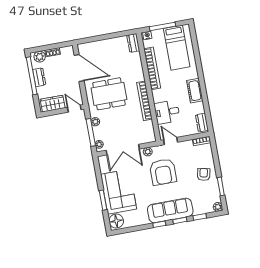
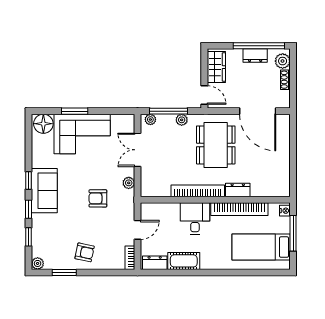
dresser: (133, 43) -> (238, 190), moved
door: (79, 68) -> (258, 111), hinge flipped
cot: (195, 91) -> (184, 261), moved
door: (74, 109) -> (204, 95), hinge flipped
desk: (167, 112) -> (195, 219), moved
door: (171, 141) -> (138, 230), moved
double door: (123, 150) -> (138, 150), width x0.73
armchair: (163, 172) -> (98, 198), width x0.53, depth x0.53
sofa: (170, 210) -> (44, 191), width x0.73

